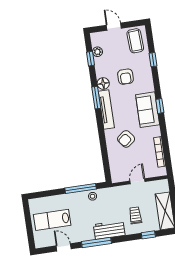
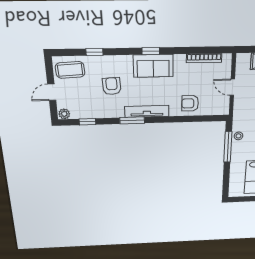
plant: (97, 52) -> (64, 114), moved
armchair: (125, 77) -> (112, 86), turned -93
floor lamp: (103, 83) -> (117, 111), removed
armchair: (126, 139) -> (190, 103), moved, turned 128

